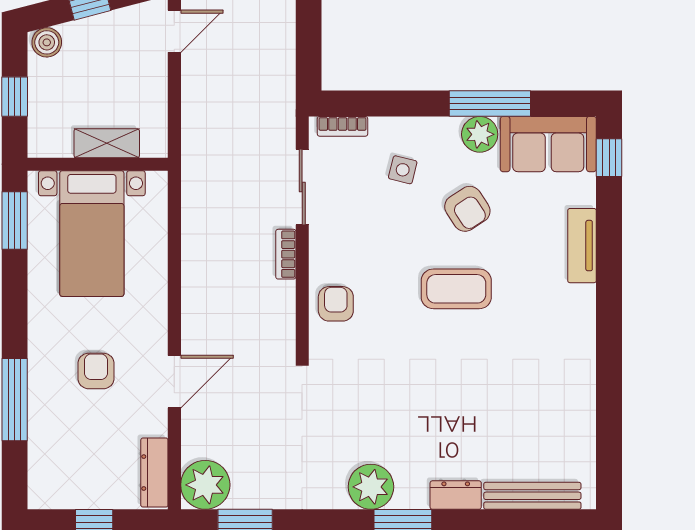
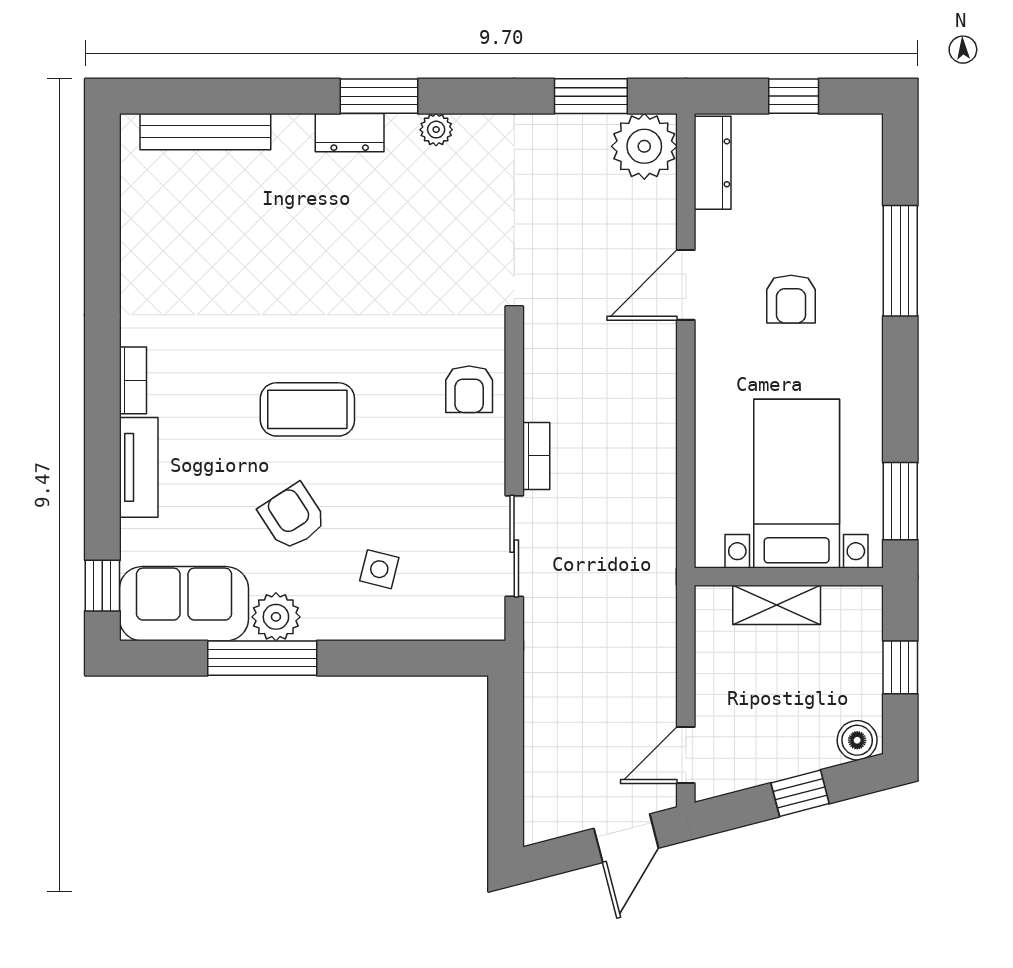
bookcase: (343, 126) -> (133, 380), moved, turned 90
plant: (371, 487) -> (436, 130), width x0.53, depth x0.53
dresser: (456, 495) -> (350, 133), moved

